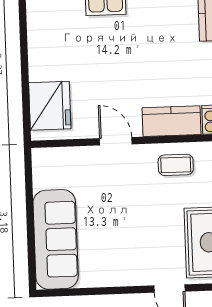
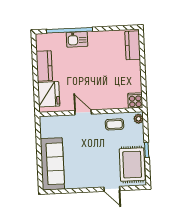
kitchen counter: (172, 121) -> (44, 66), moved, turned 90

